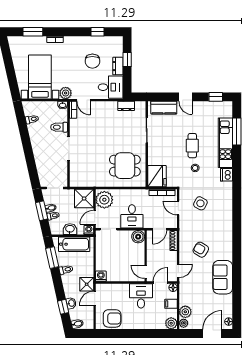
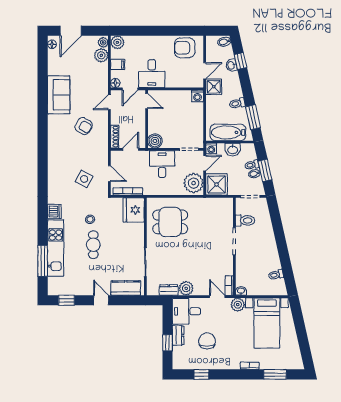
plant: (111, 107) -> (186, 288), added
toilet: (59, 127) -> (245, 220), moved

